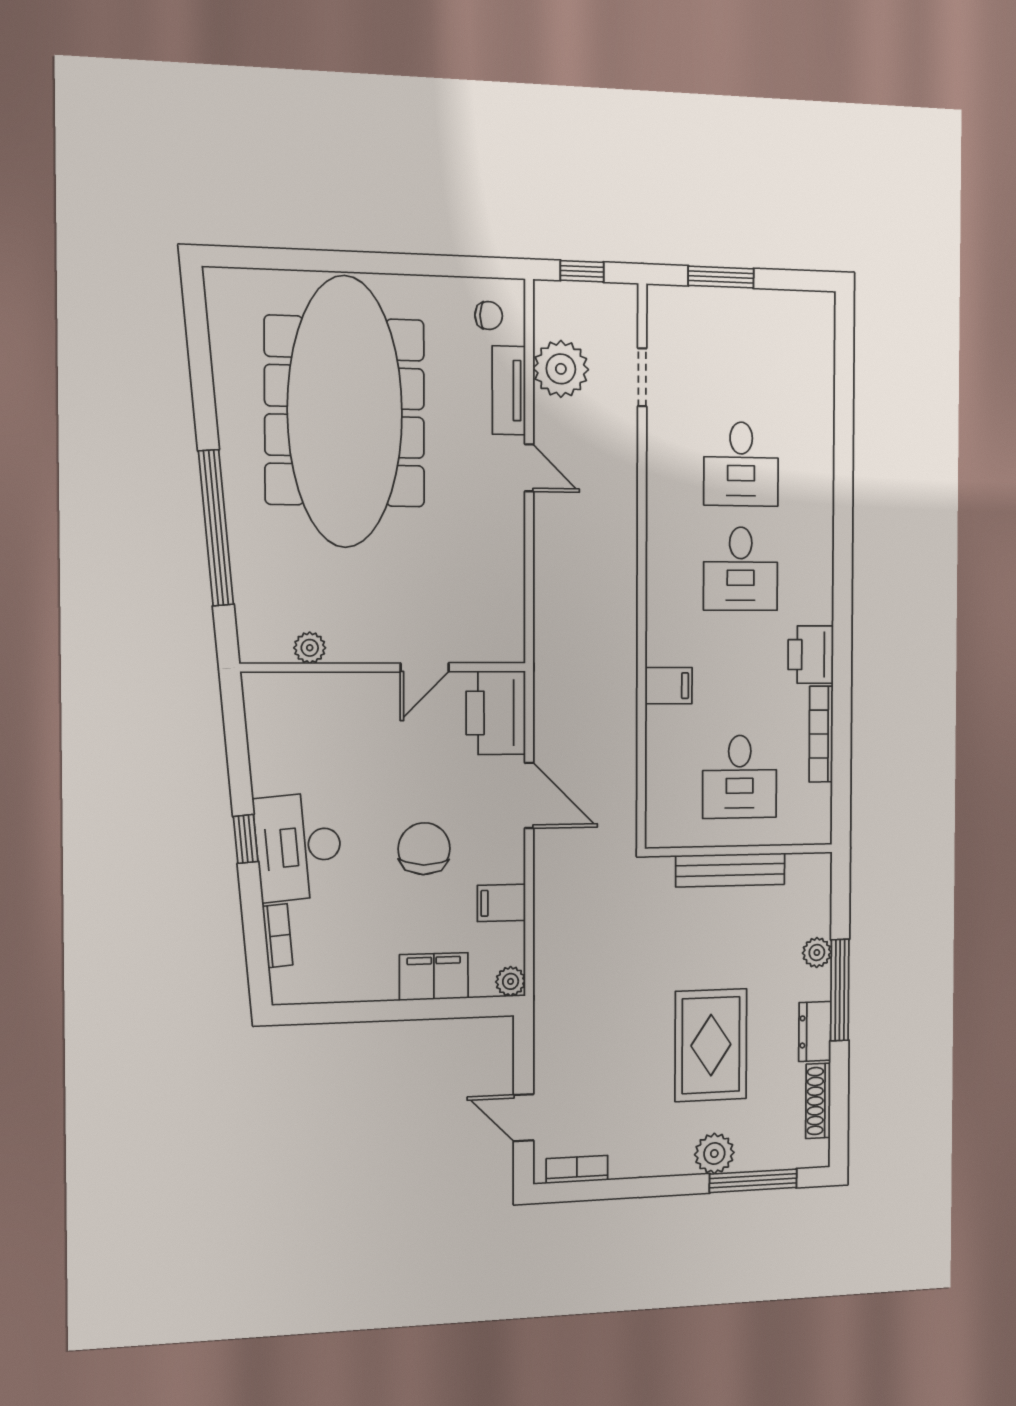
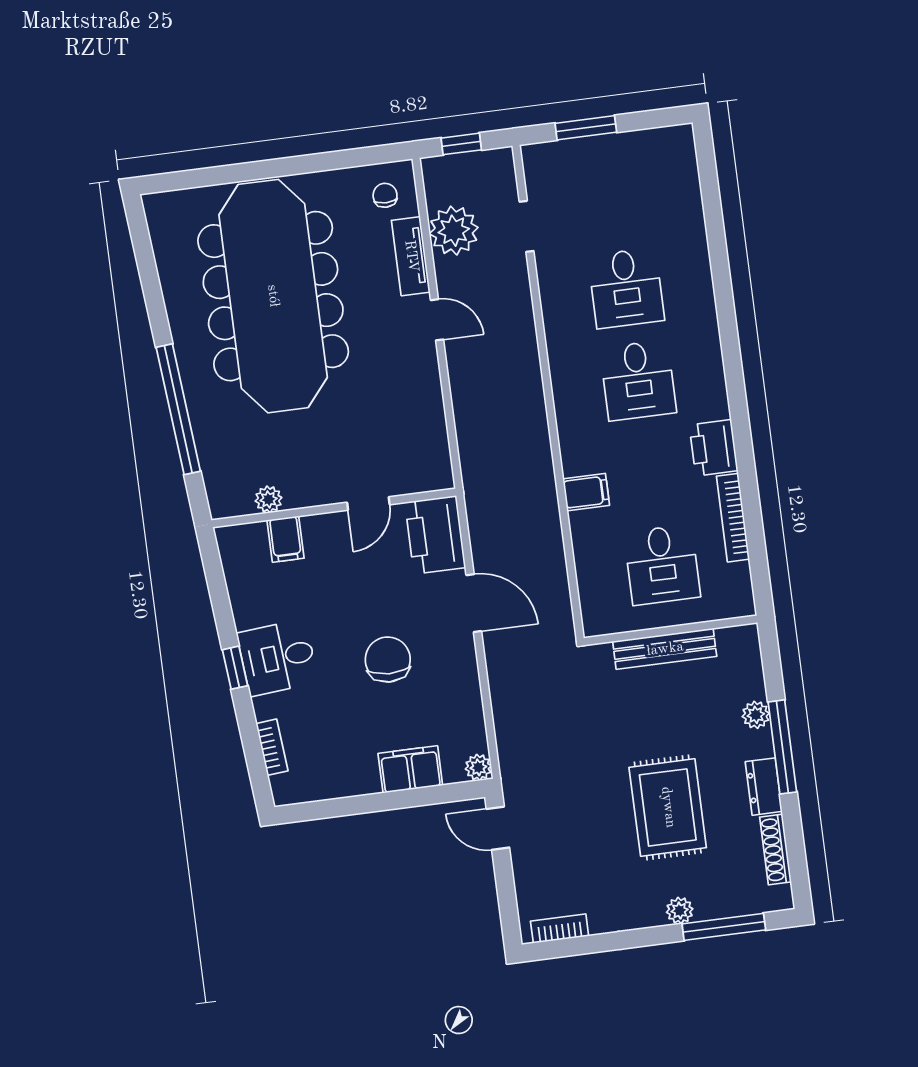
chair: (489, 316) -> (385, 195), turned -90
desk: (299, 847) -> (278, 657), width x0.73
filing cabinet: (501, 903) -> (286, 539), moved, turned -90
door: (524, 1118) -> (498, 828), moved
plant: (714, 1154) -> (680, 911), width x0.73, depth x0.73

